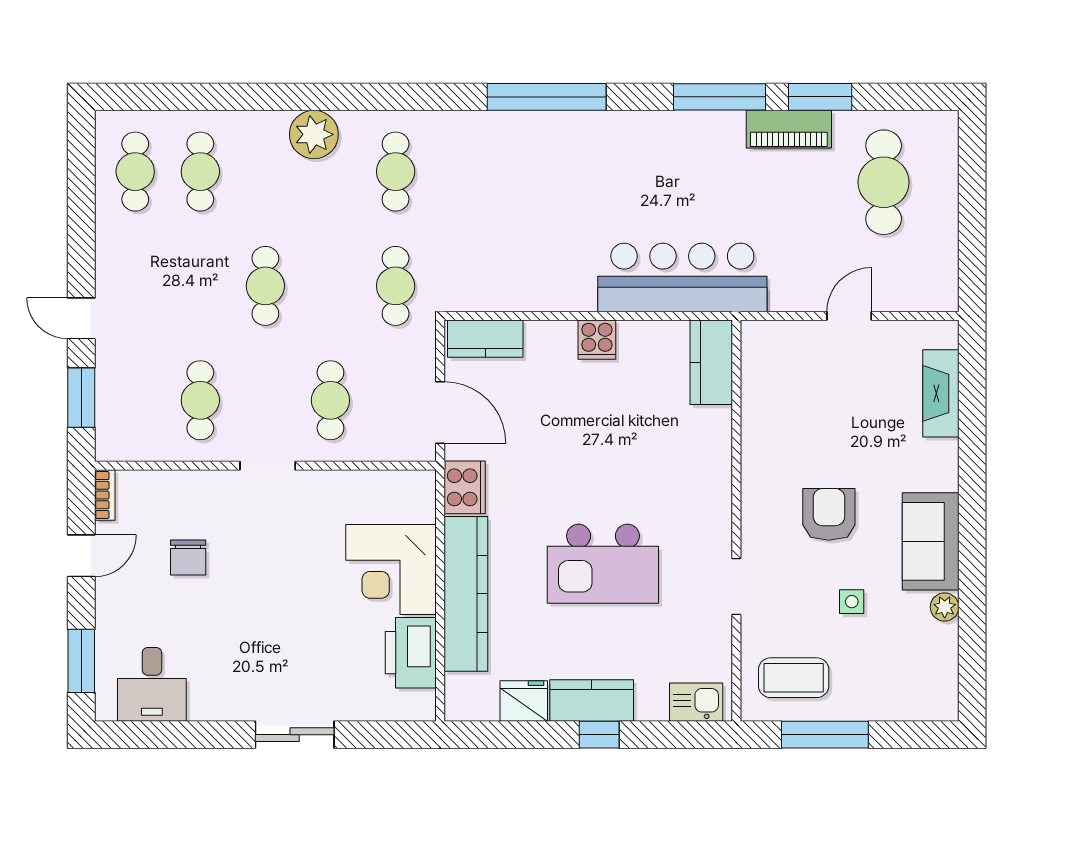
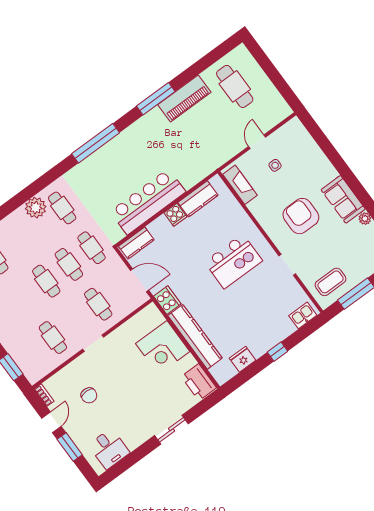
window: (820, 97) -> (191, 73), removed
piano: (789, 129) -> (184, 98), width x1.37, depth x1.33
plant: (314, 134) -> (36, 208), moved
bar counter: (682, 277) -> (148, 202), moved
cafe table: (330, 286) -> (69, 264), added
kitchen counter: (711, 362) -> (198, 199), moved, turned -90
fireplace: (941, 393) -> (240, 185), moved, turned 180
armchair: (829, 514) -> (301, 216), width x1.36, depth x1.36
kitchen island: (603, 564) -> (233, 261), moved
side table: (852, 602) -> (275, 165), moved
printer: (411, 653) -> (199, 382), moved
window: (81, 661) -> (70, 447), moved
kitchen counter: (592, 700) -> (266, 342), removed

